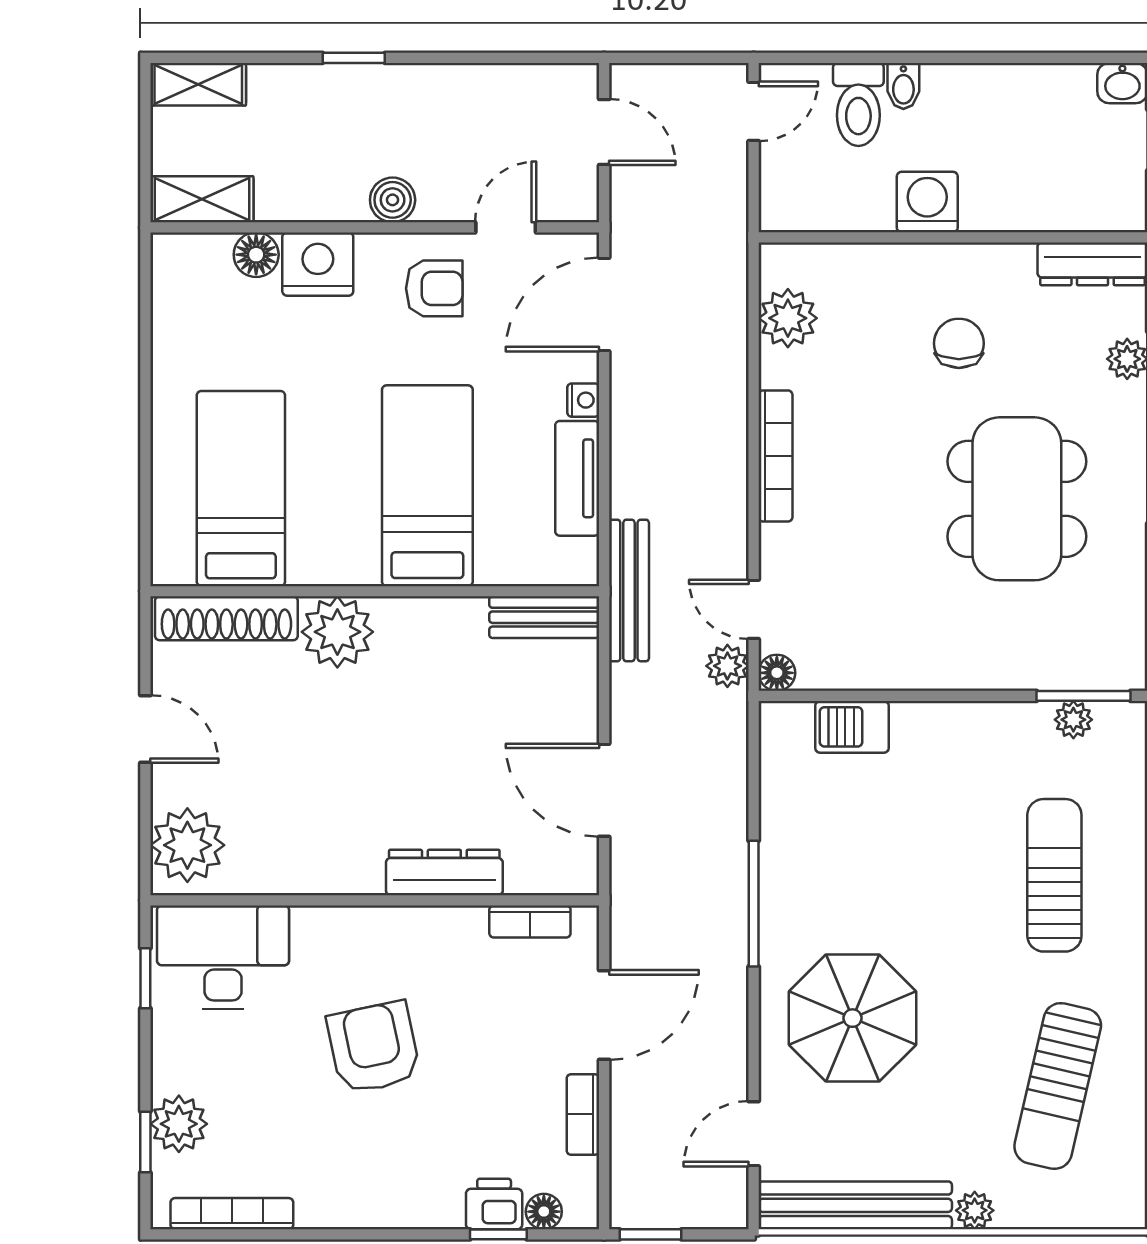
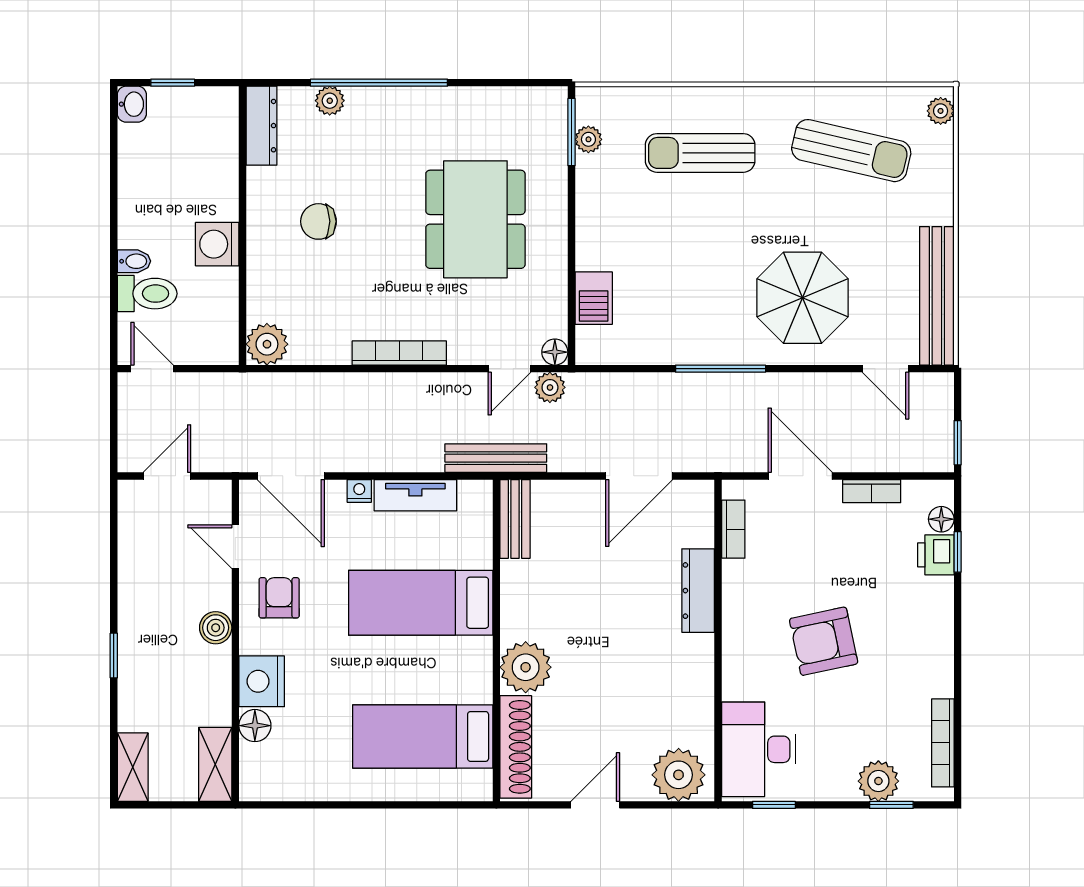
plant: (788, 318) -> (267, 344), moved
dining table: (1017, 499) -> (475, 219), moved, turned 90
plant: (975, 1210) -> (941, 111), moved

